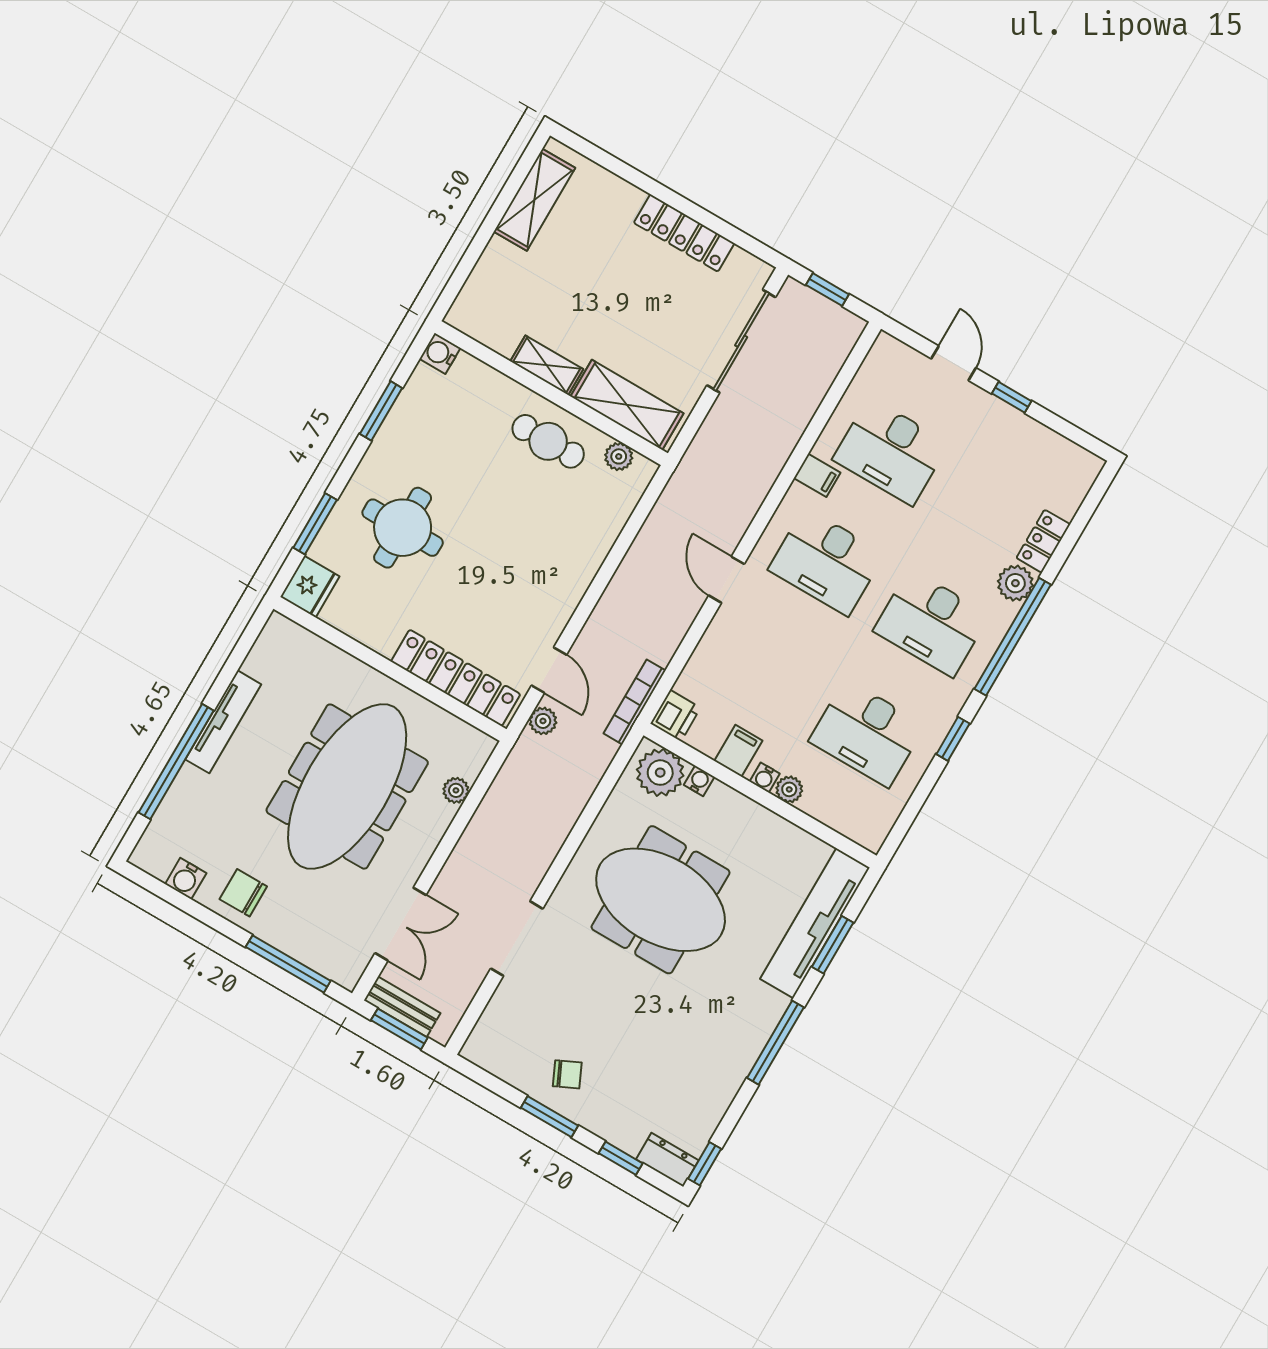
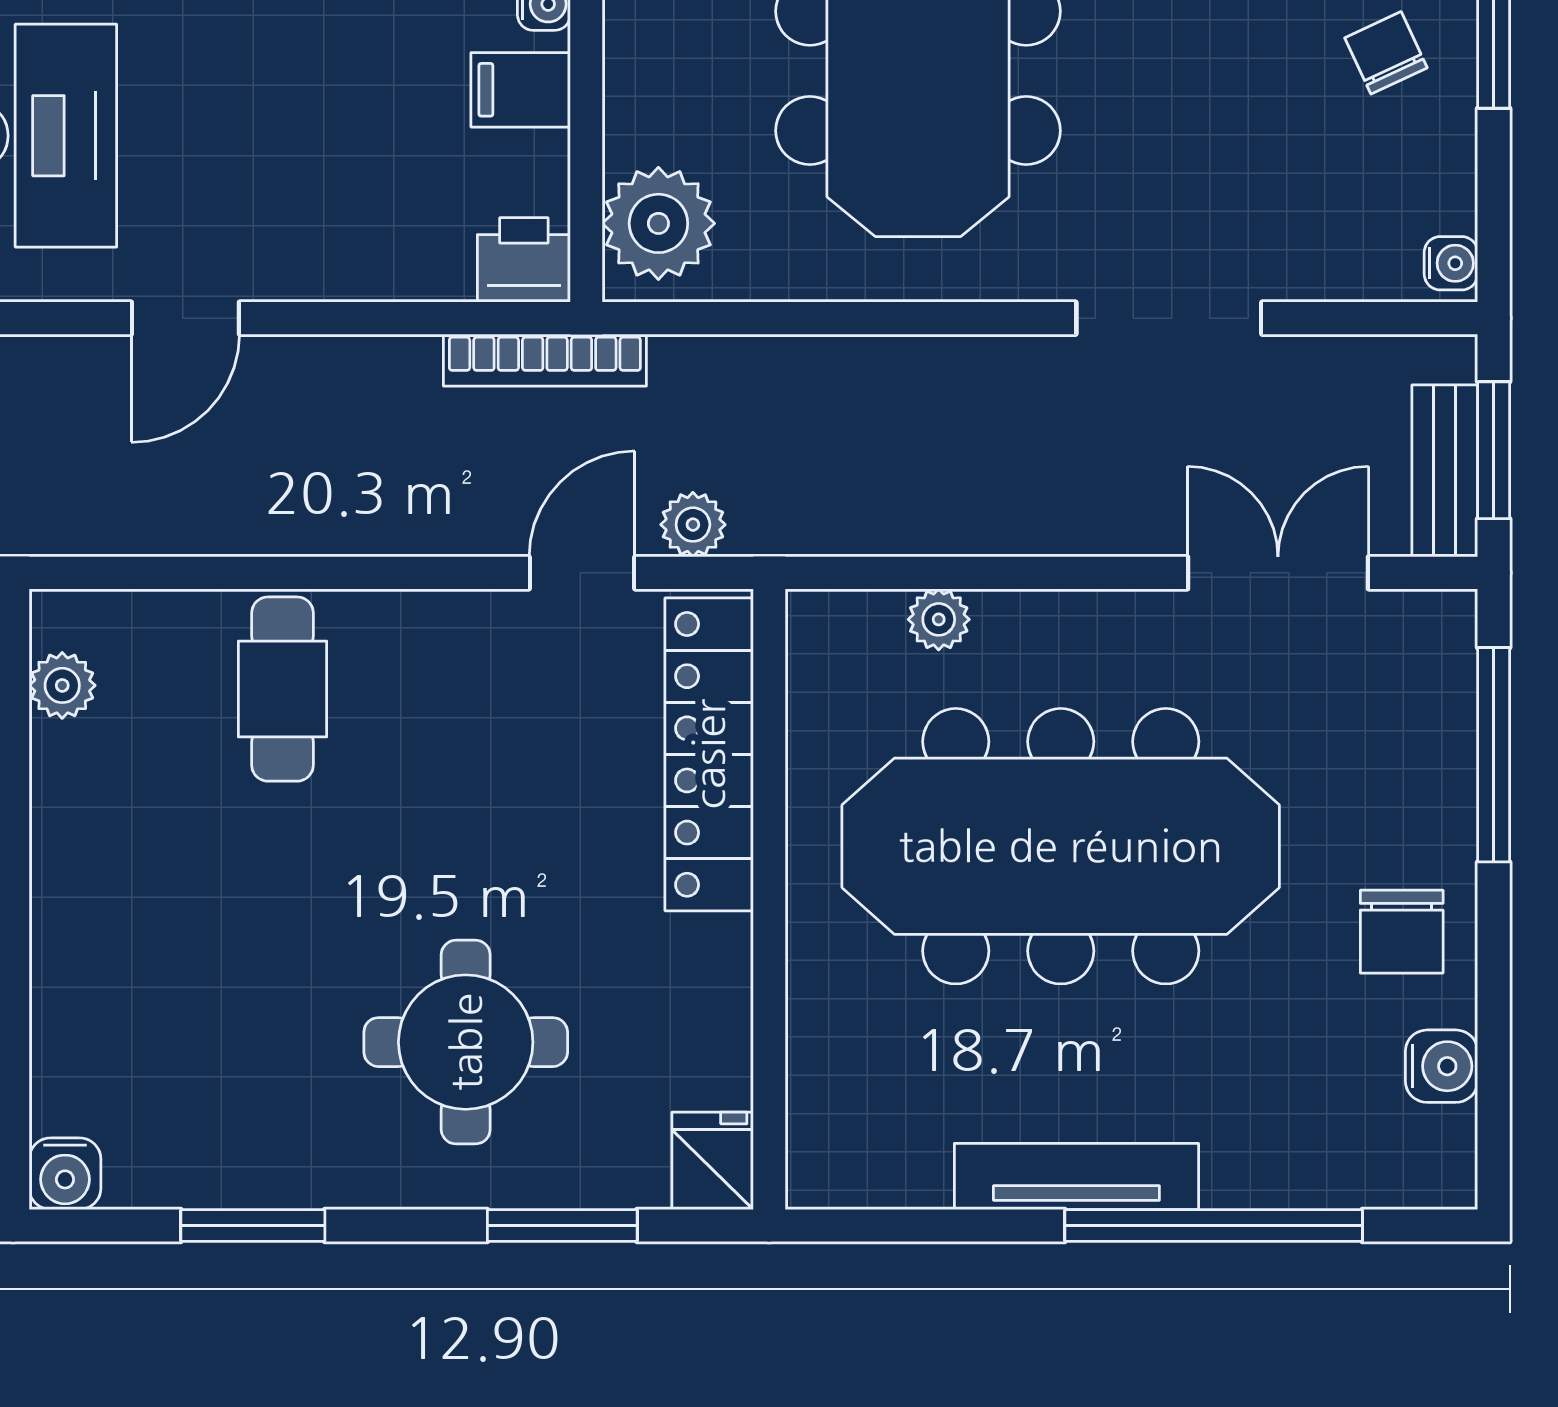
cafe table: (548, 441) -> (282, 689), moved
fridge: (310, 587) -> (713, 1161), width x0.72
water cooler: (699, 781) -> (1451, 263), moved, turned 180

